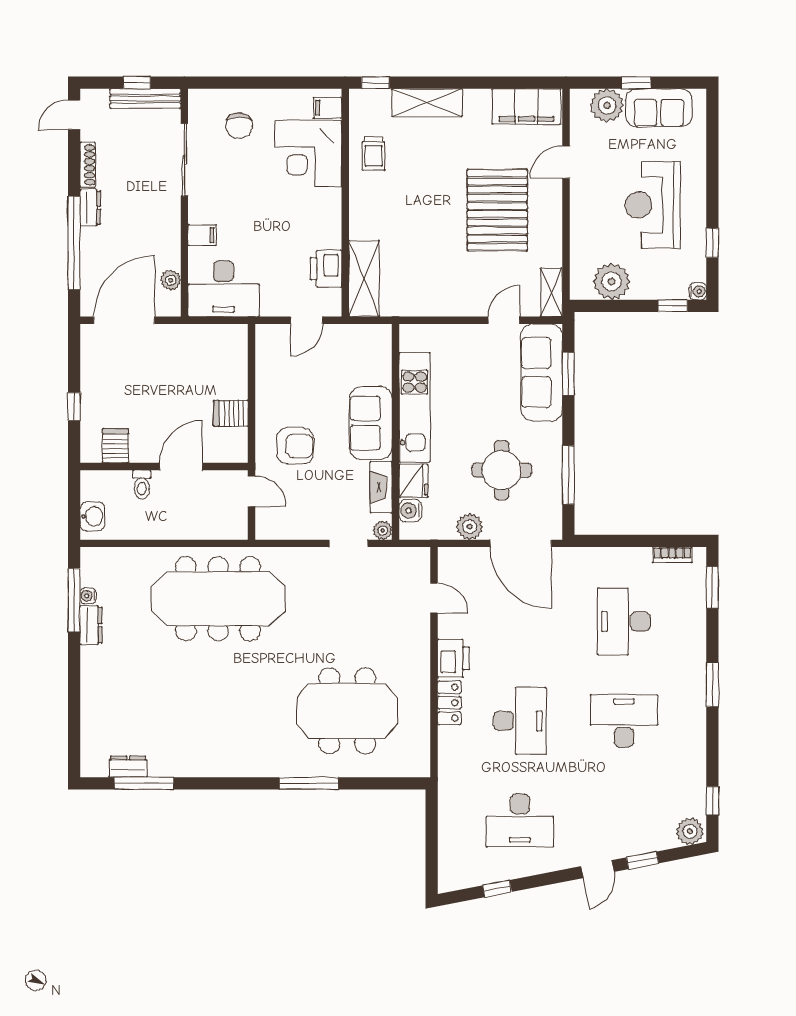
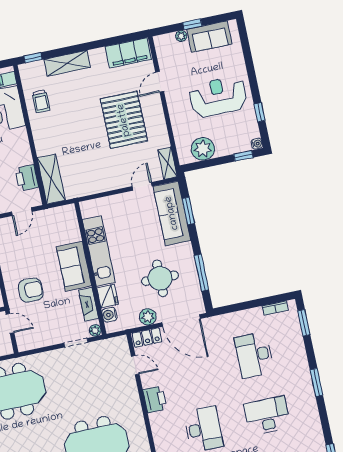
plant: (607, 105) -> (181, 36), width x0.53, depth x0.53
reception desk: (653, 205) -> (218, 97), turned 90
locker: (449, 703) -> (147, 338), moved, turned 90

